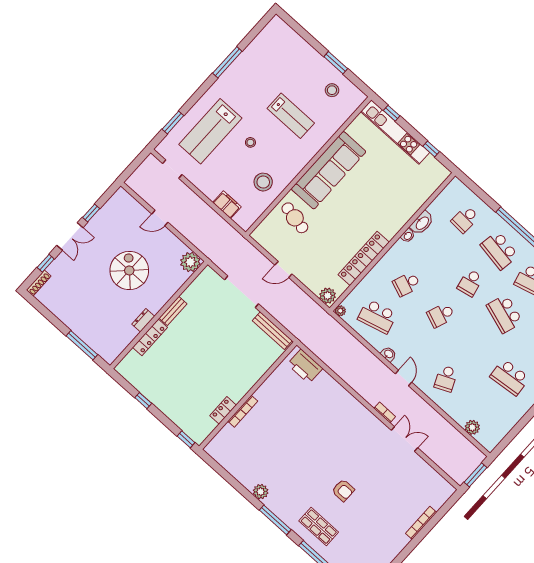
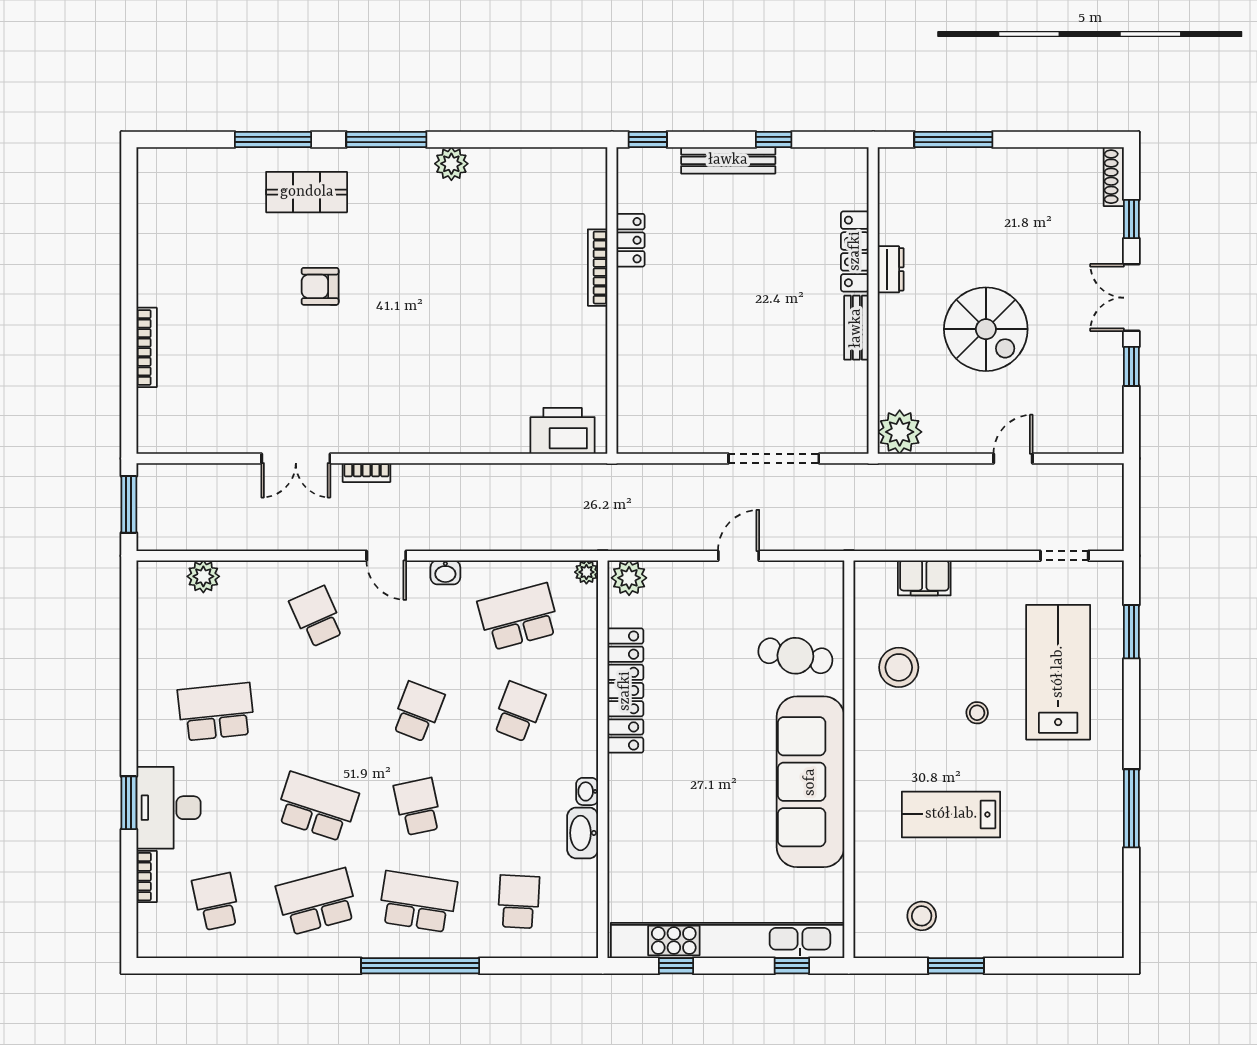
kitchen unit: (395, 132) -> (728, 941), width x1.36
bench: (272, 331) -> (728, 160), moved

